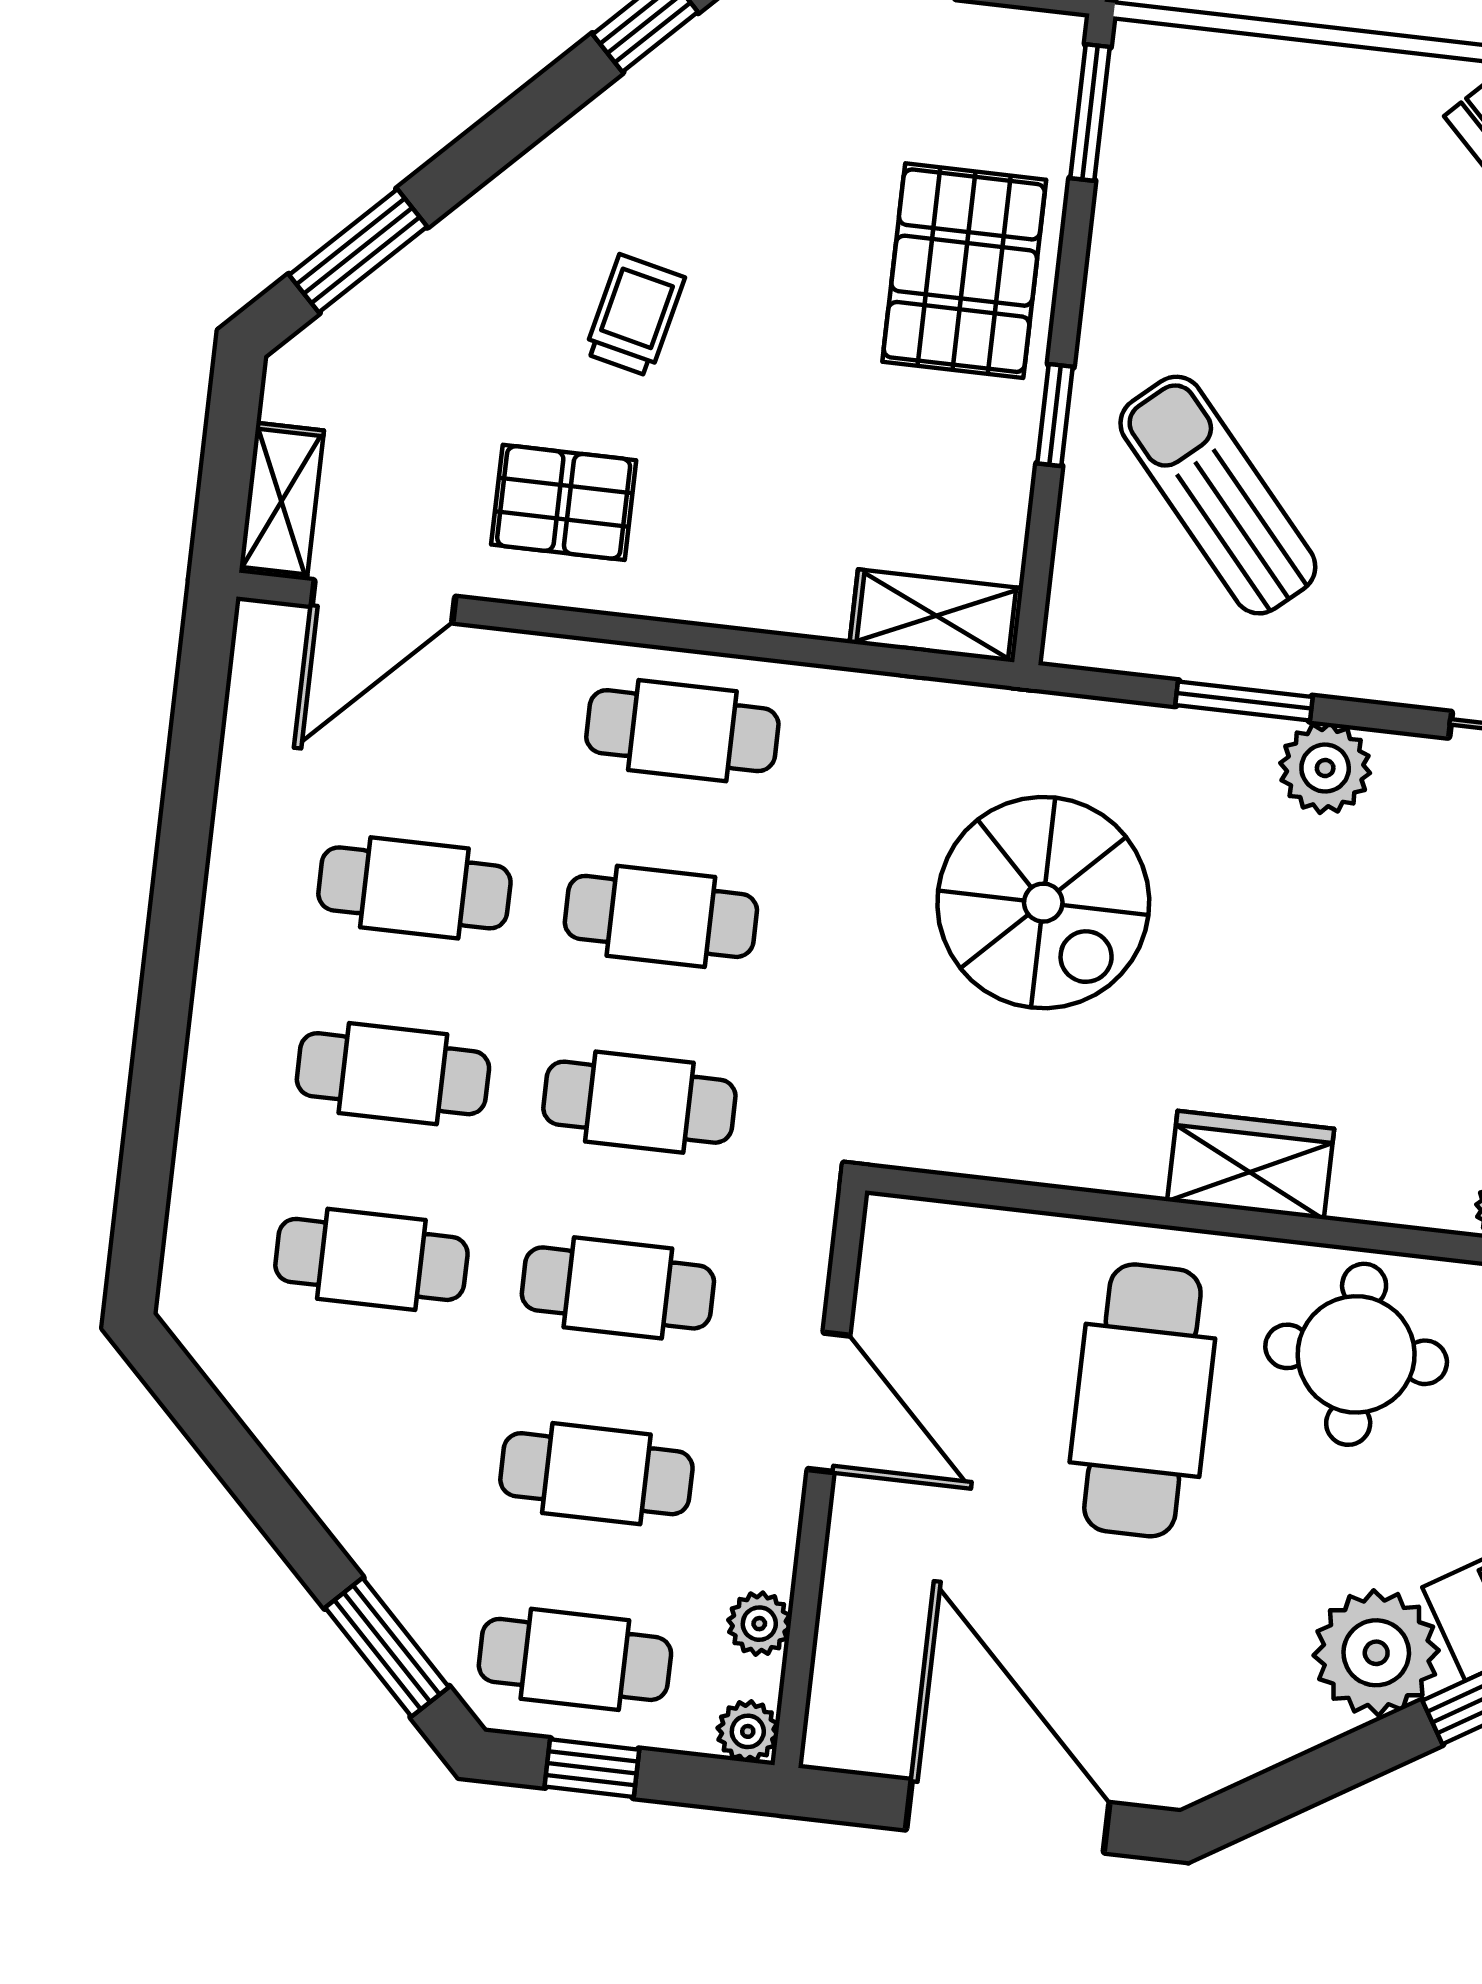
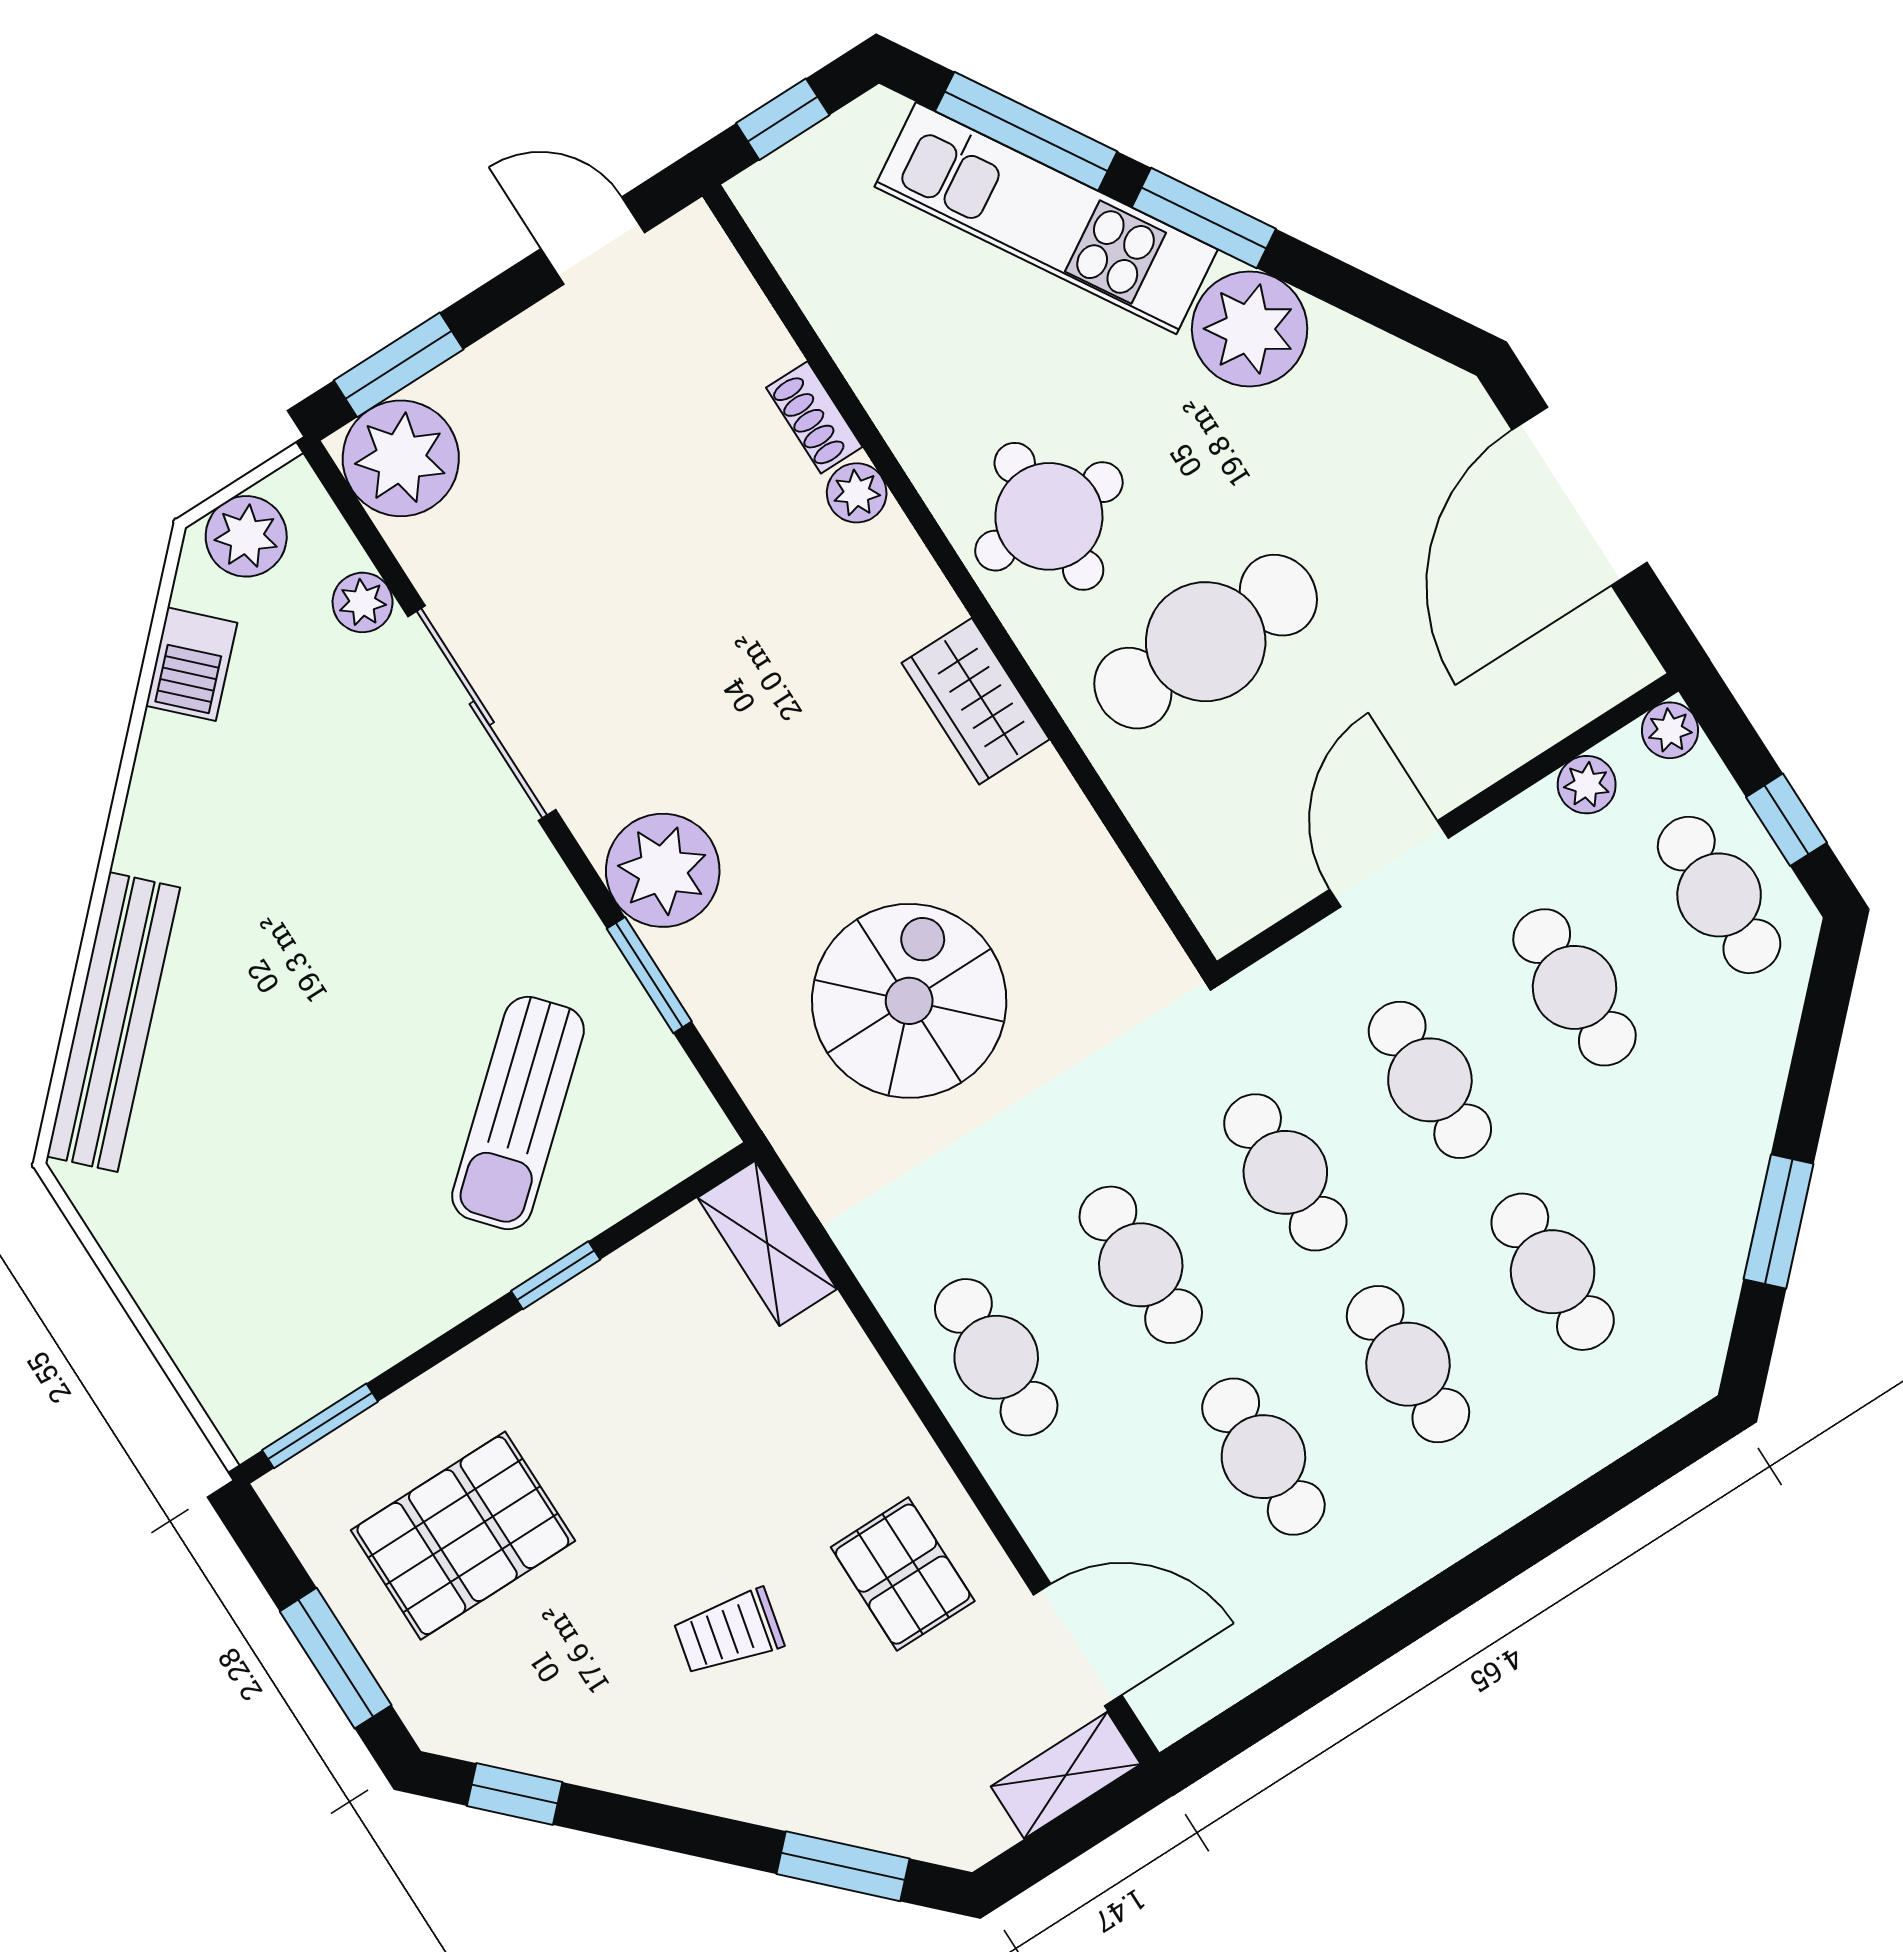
pallet: (964, 271) -> (463, 1536), moved
plant: (1325, 768) -> (663, 870), width x1.36, depth x1.36
window: (387, 1647) -> (1779, 1222), moved

